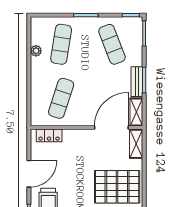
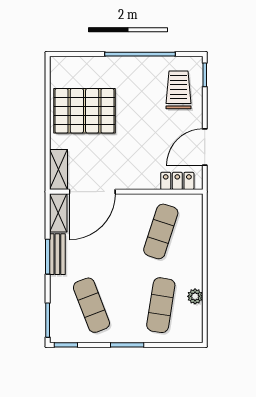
door: (29, 174) -> (205, 147), moved

